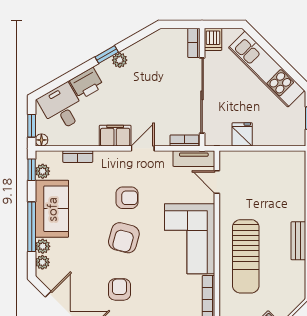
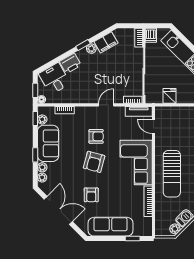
filing cabinet: (115, 136) -> (106, 42), moved, turned 150
window: (32, 227) -> (35, 155), width x0.46
armchair: (119, 289) -> (91, 195), turned 180

